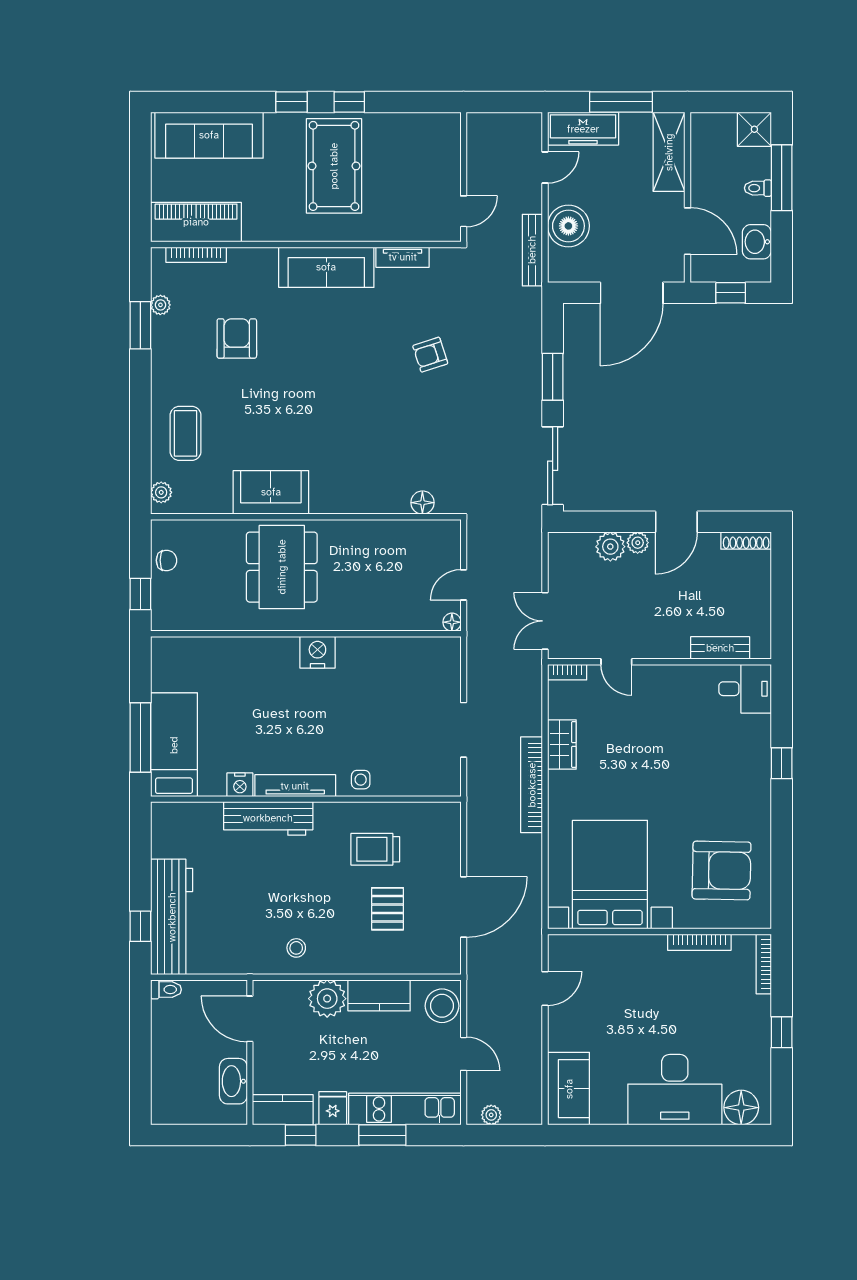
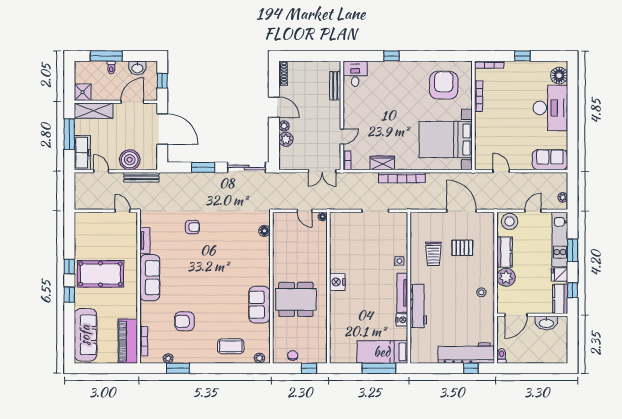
shower: (754, 129) -> (83, 92), moved
armchair: (430, 355) -> (192, 227), turned -72

